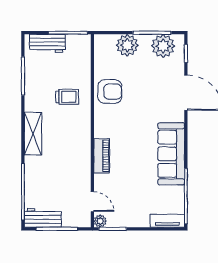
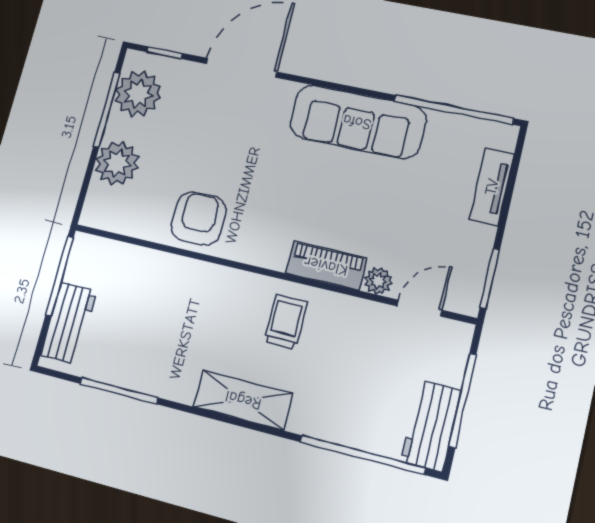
trolley: (67, 97) -> (286, 322), moved
plant: (100, 221) -> (378, 281), moved
tv unit: (167, 221) -> (492, 187), moved

